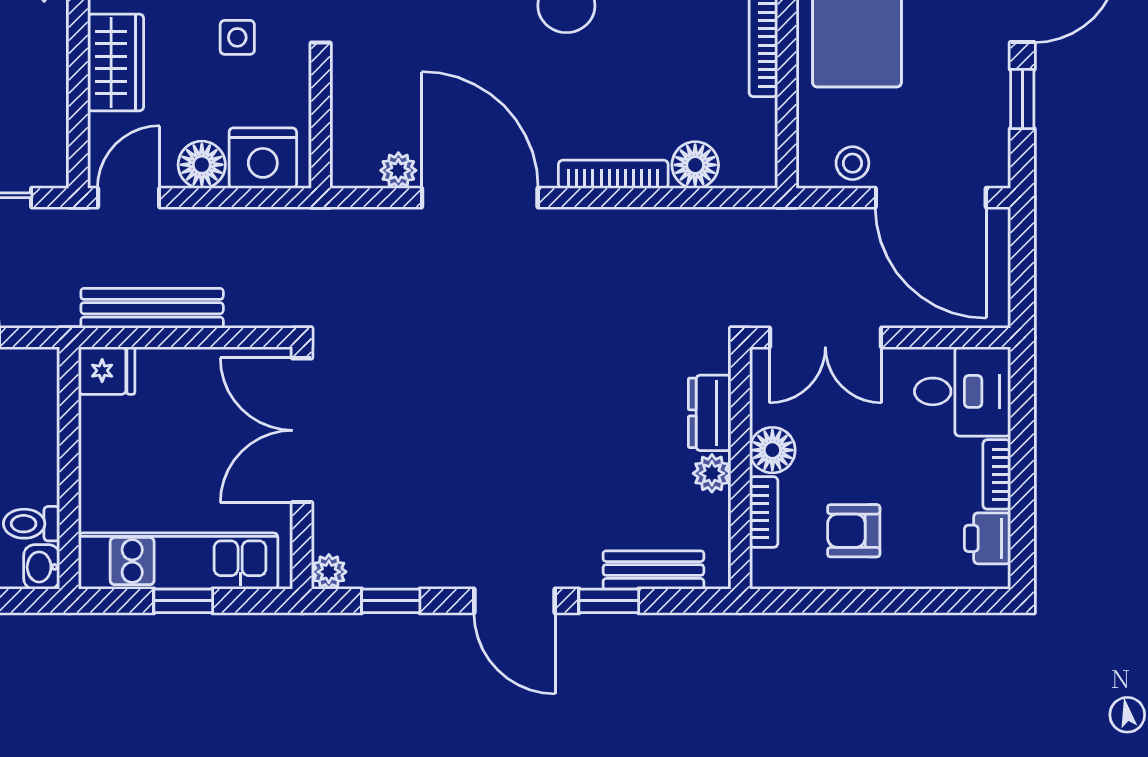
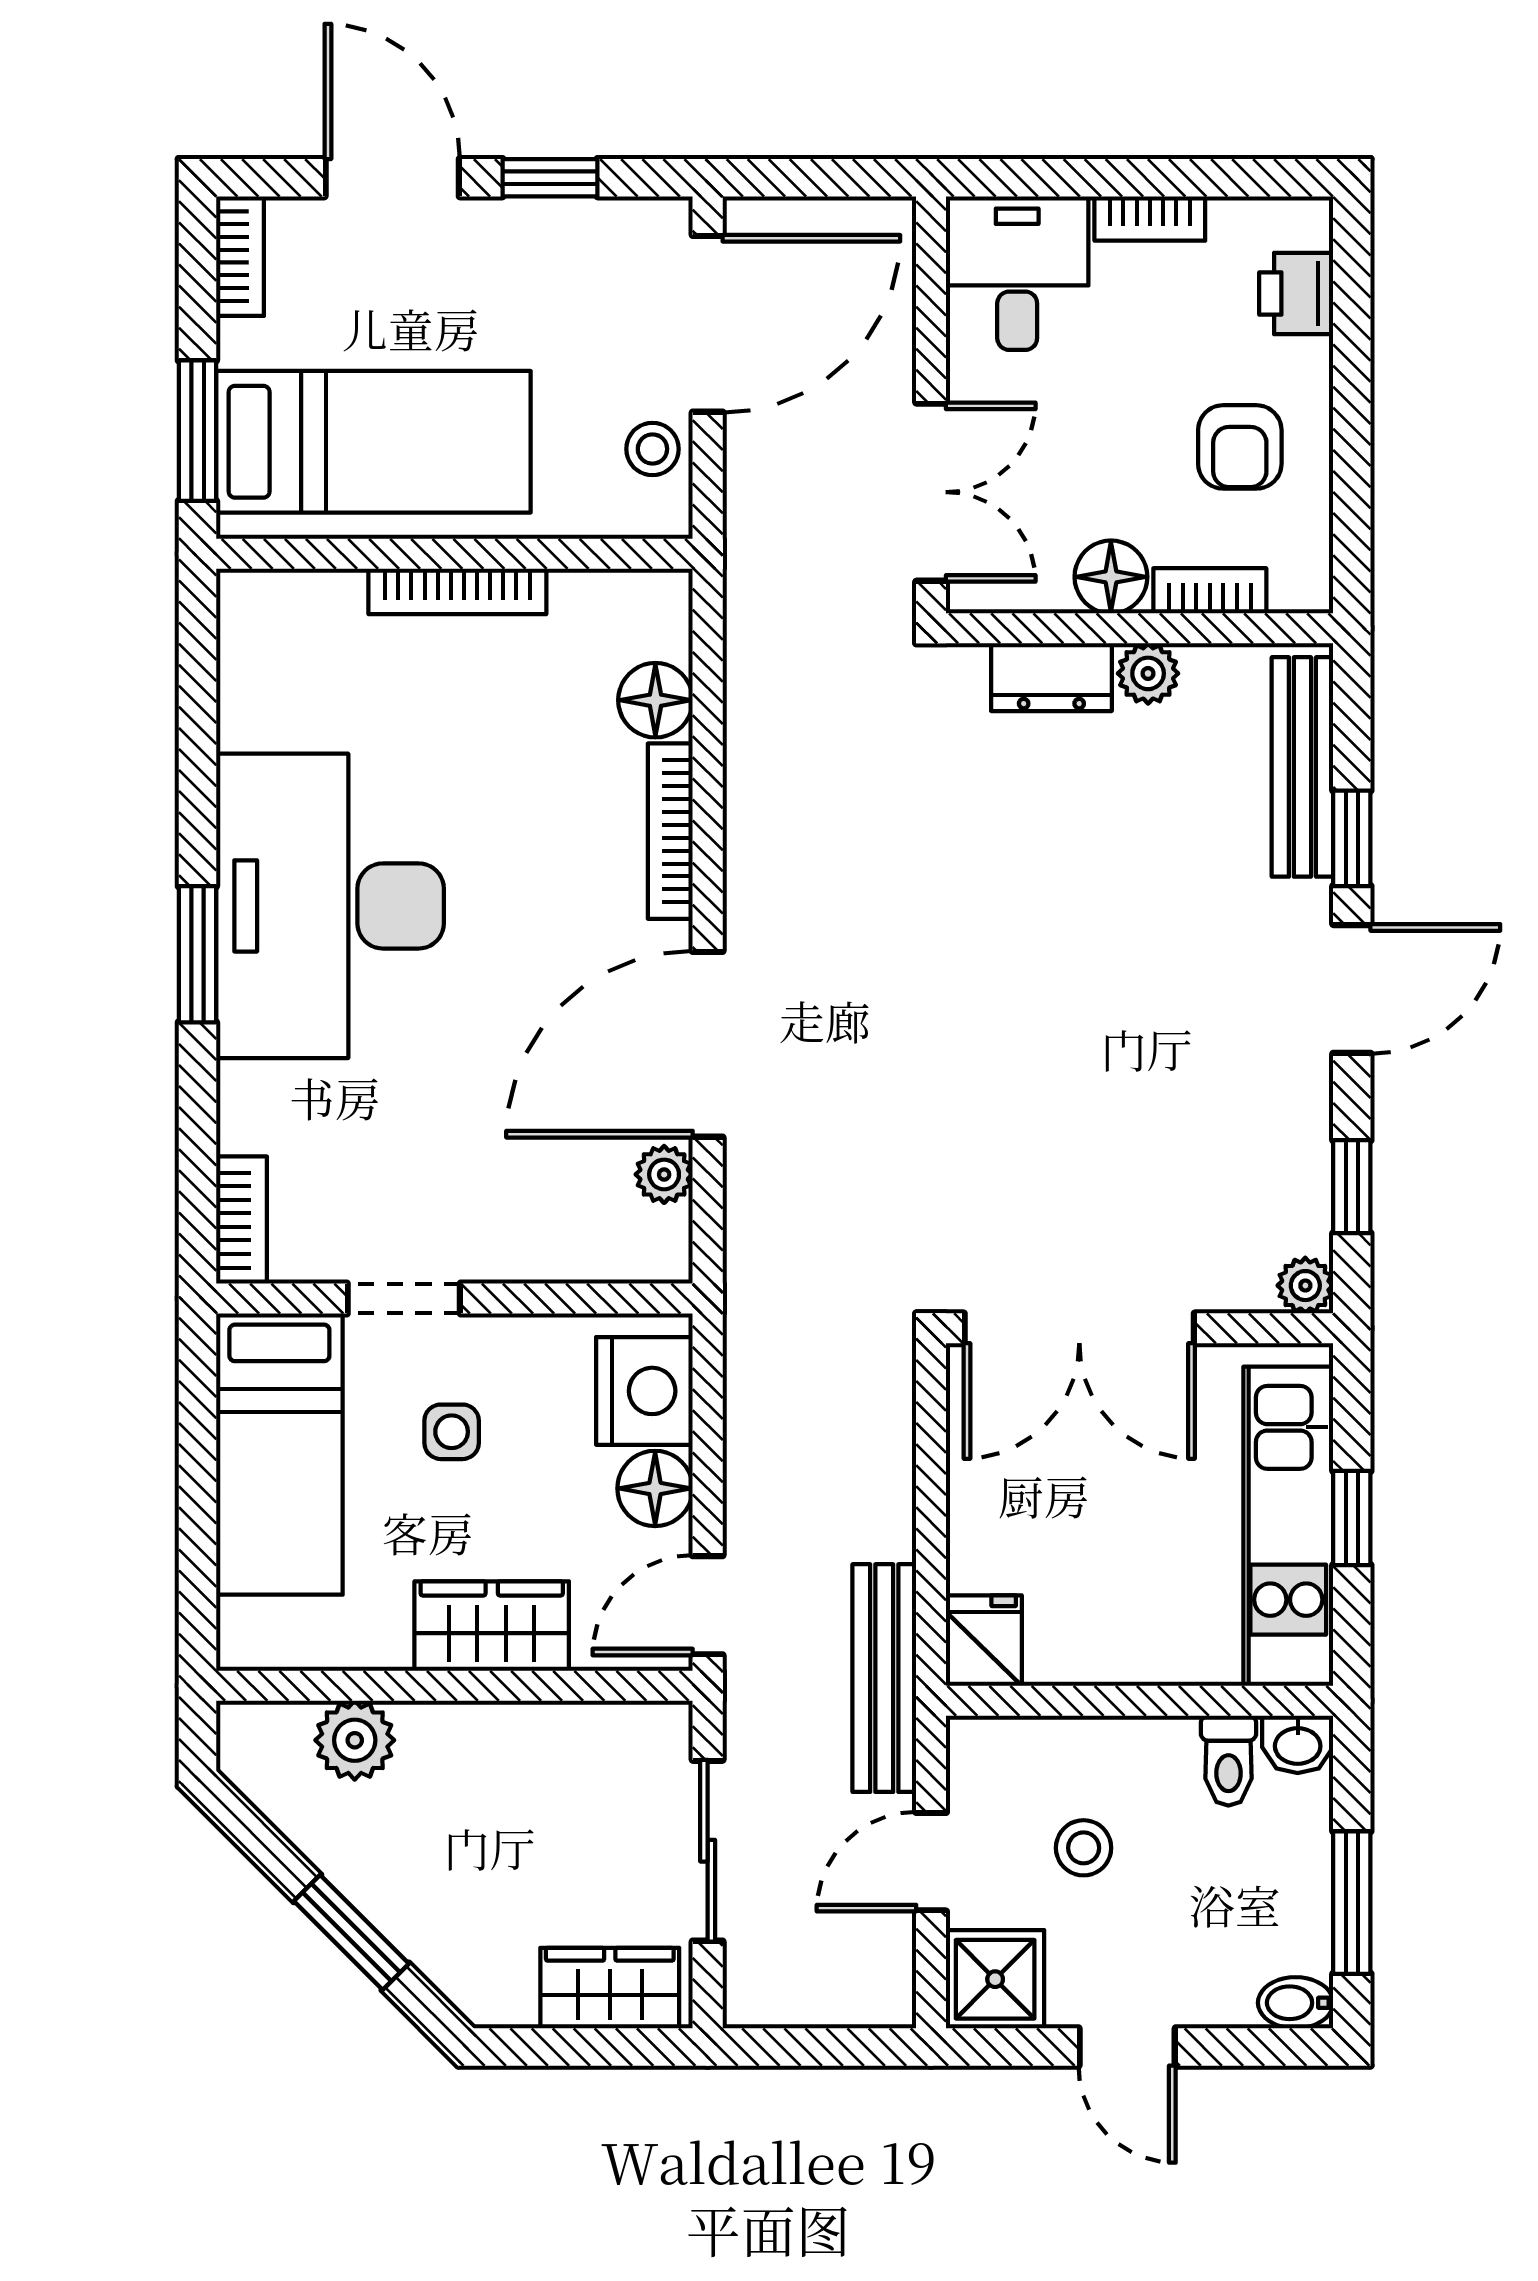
door: (129, 198) -> (708, 1605), hinge flipped
bench: (152, 308) -> (884, 1678), moved
printer: (987, 538) -> (1296, 293), moved, turned 90
bench: (653, 570) -> (1302, 767), width x1.36

